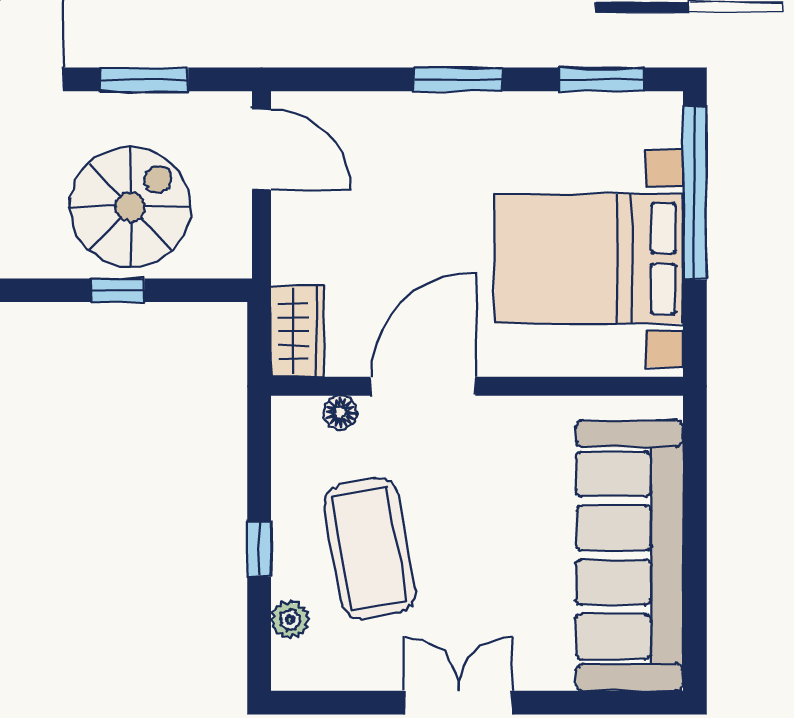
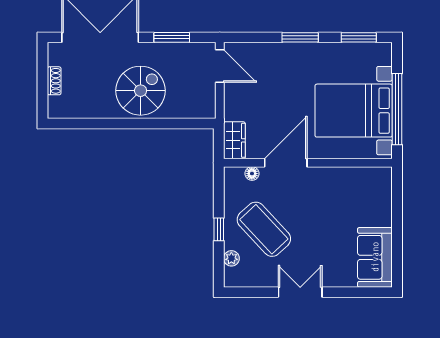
window: (695, 193) -> (397, 109), moved
spiral stairs: (130, 207) -> (141, 91), moved
window: (118, 290) -> (161, 124), removed
coffee table: (369, 549) -> (264, 229), turned -33
sofa: (629, 555) -> (375, 257), width x0.54, depth x0.79

